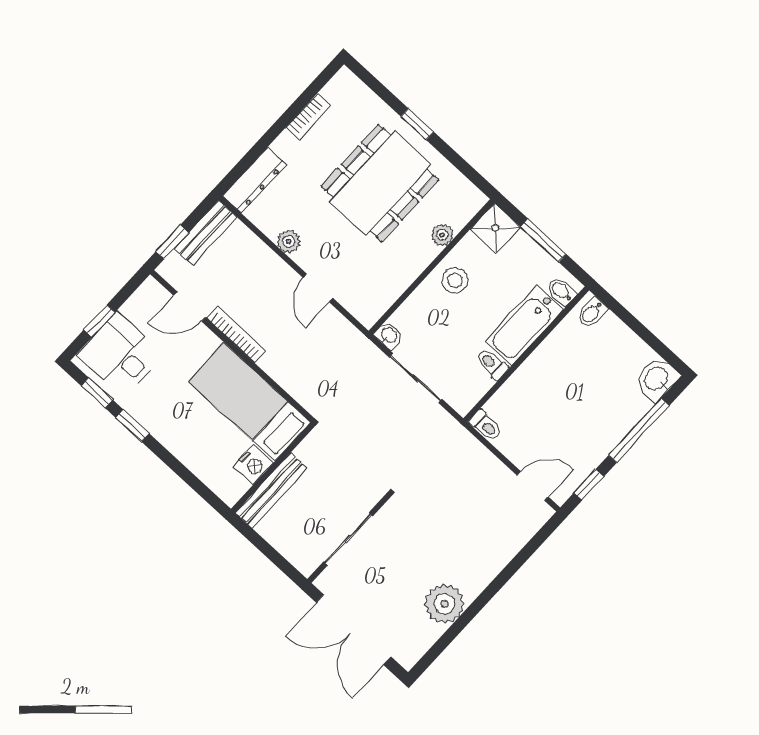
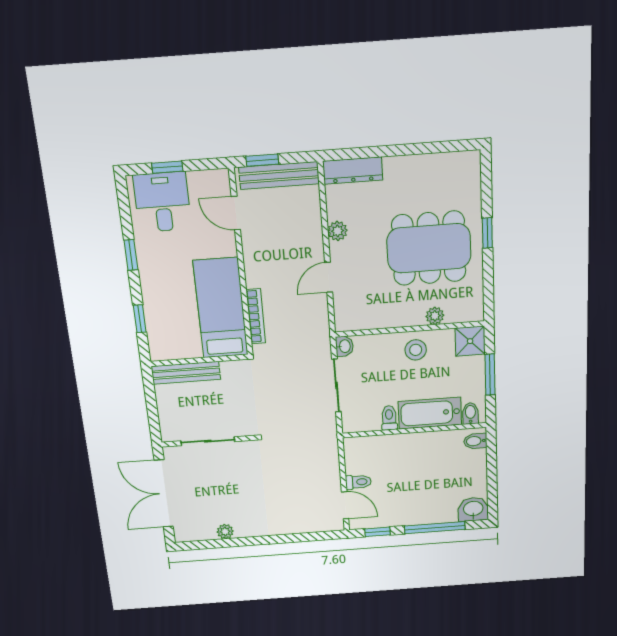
bookcase: (308, 117) -> (425, 162), removed
bench: (205, 233) -> (279, 176), width x1.36
bookcase: (236, 334) -> (256, 316), moved
window: (97, 393) -> (140, 319), moved
toilet: (486, 426) -> (358, 482), moved, turned -90
nightstand: (253, 465) -> (188, 348), removed
plant: (444, 604) -> (225, 532), width x0.53, depth x0.53

